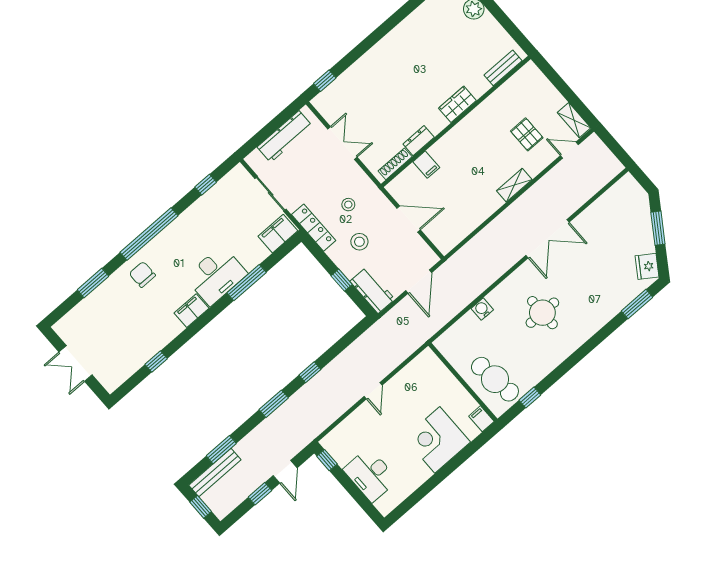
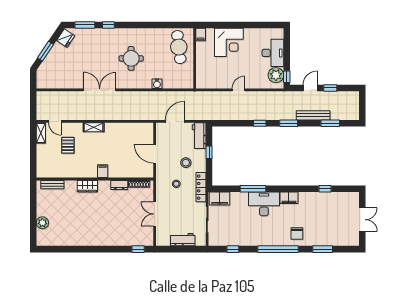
workbench: (285, 136) -> (183, 240), width x0.73
filing cabinet: (426, 165) -> (103, 171), moved
window: (530, 397) -> (108, 25), moved
plant: (342, 450) -> (276, 75), added
bench: (215, 473) -> (313, 115), moved
window: (201, 507) -> (362, 105), removed

